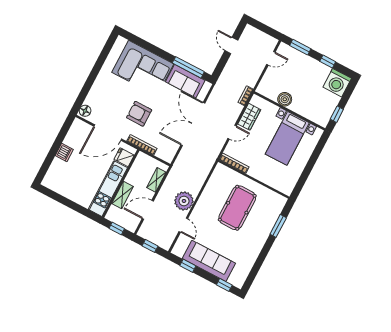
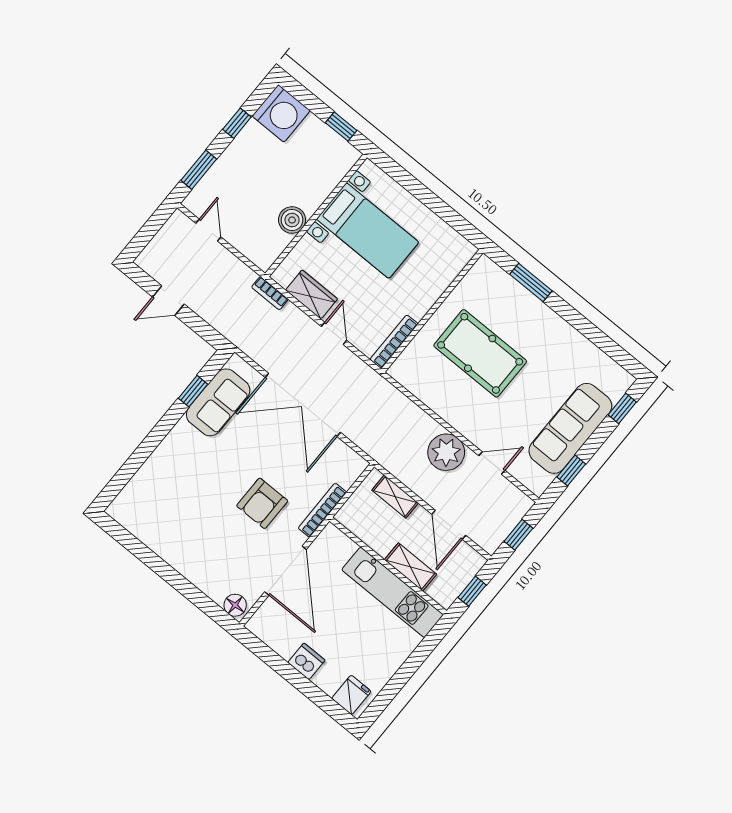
window: (188, 67) -> (193, 391), width x0.46
corner sofa: (143, 68) -> (176, 478), removed
fridge: (124, 157) -> (351, 695), moved, turned 180

